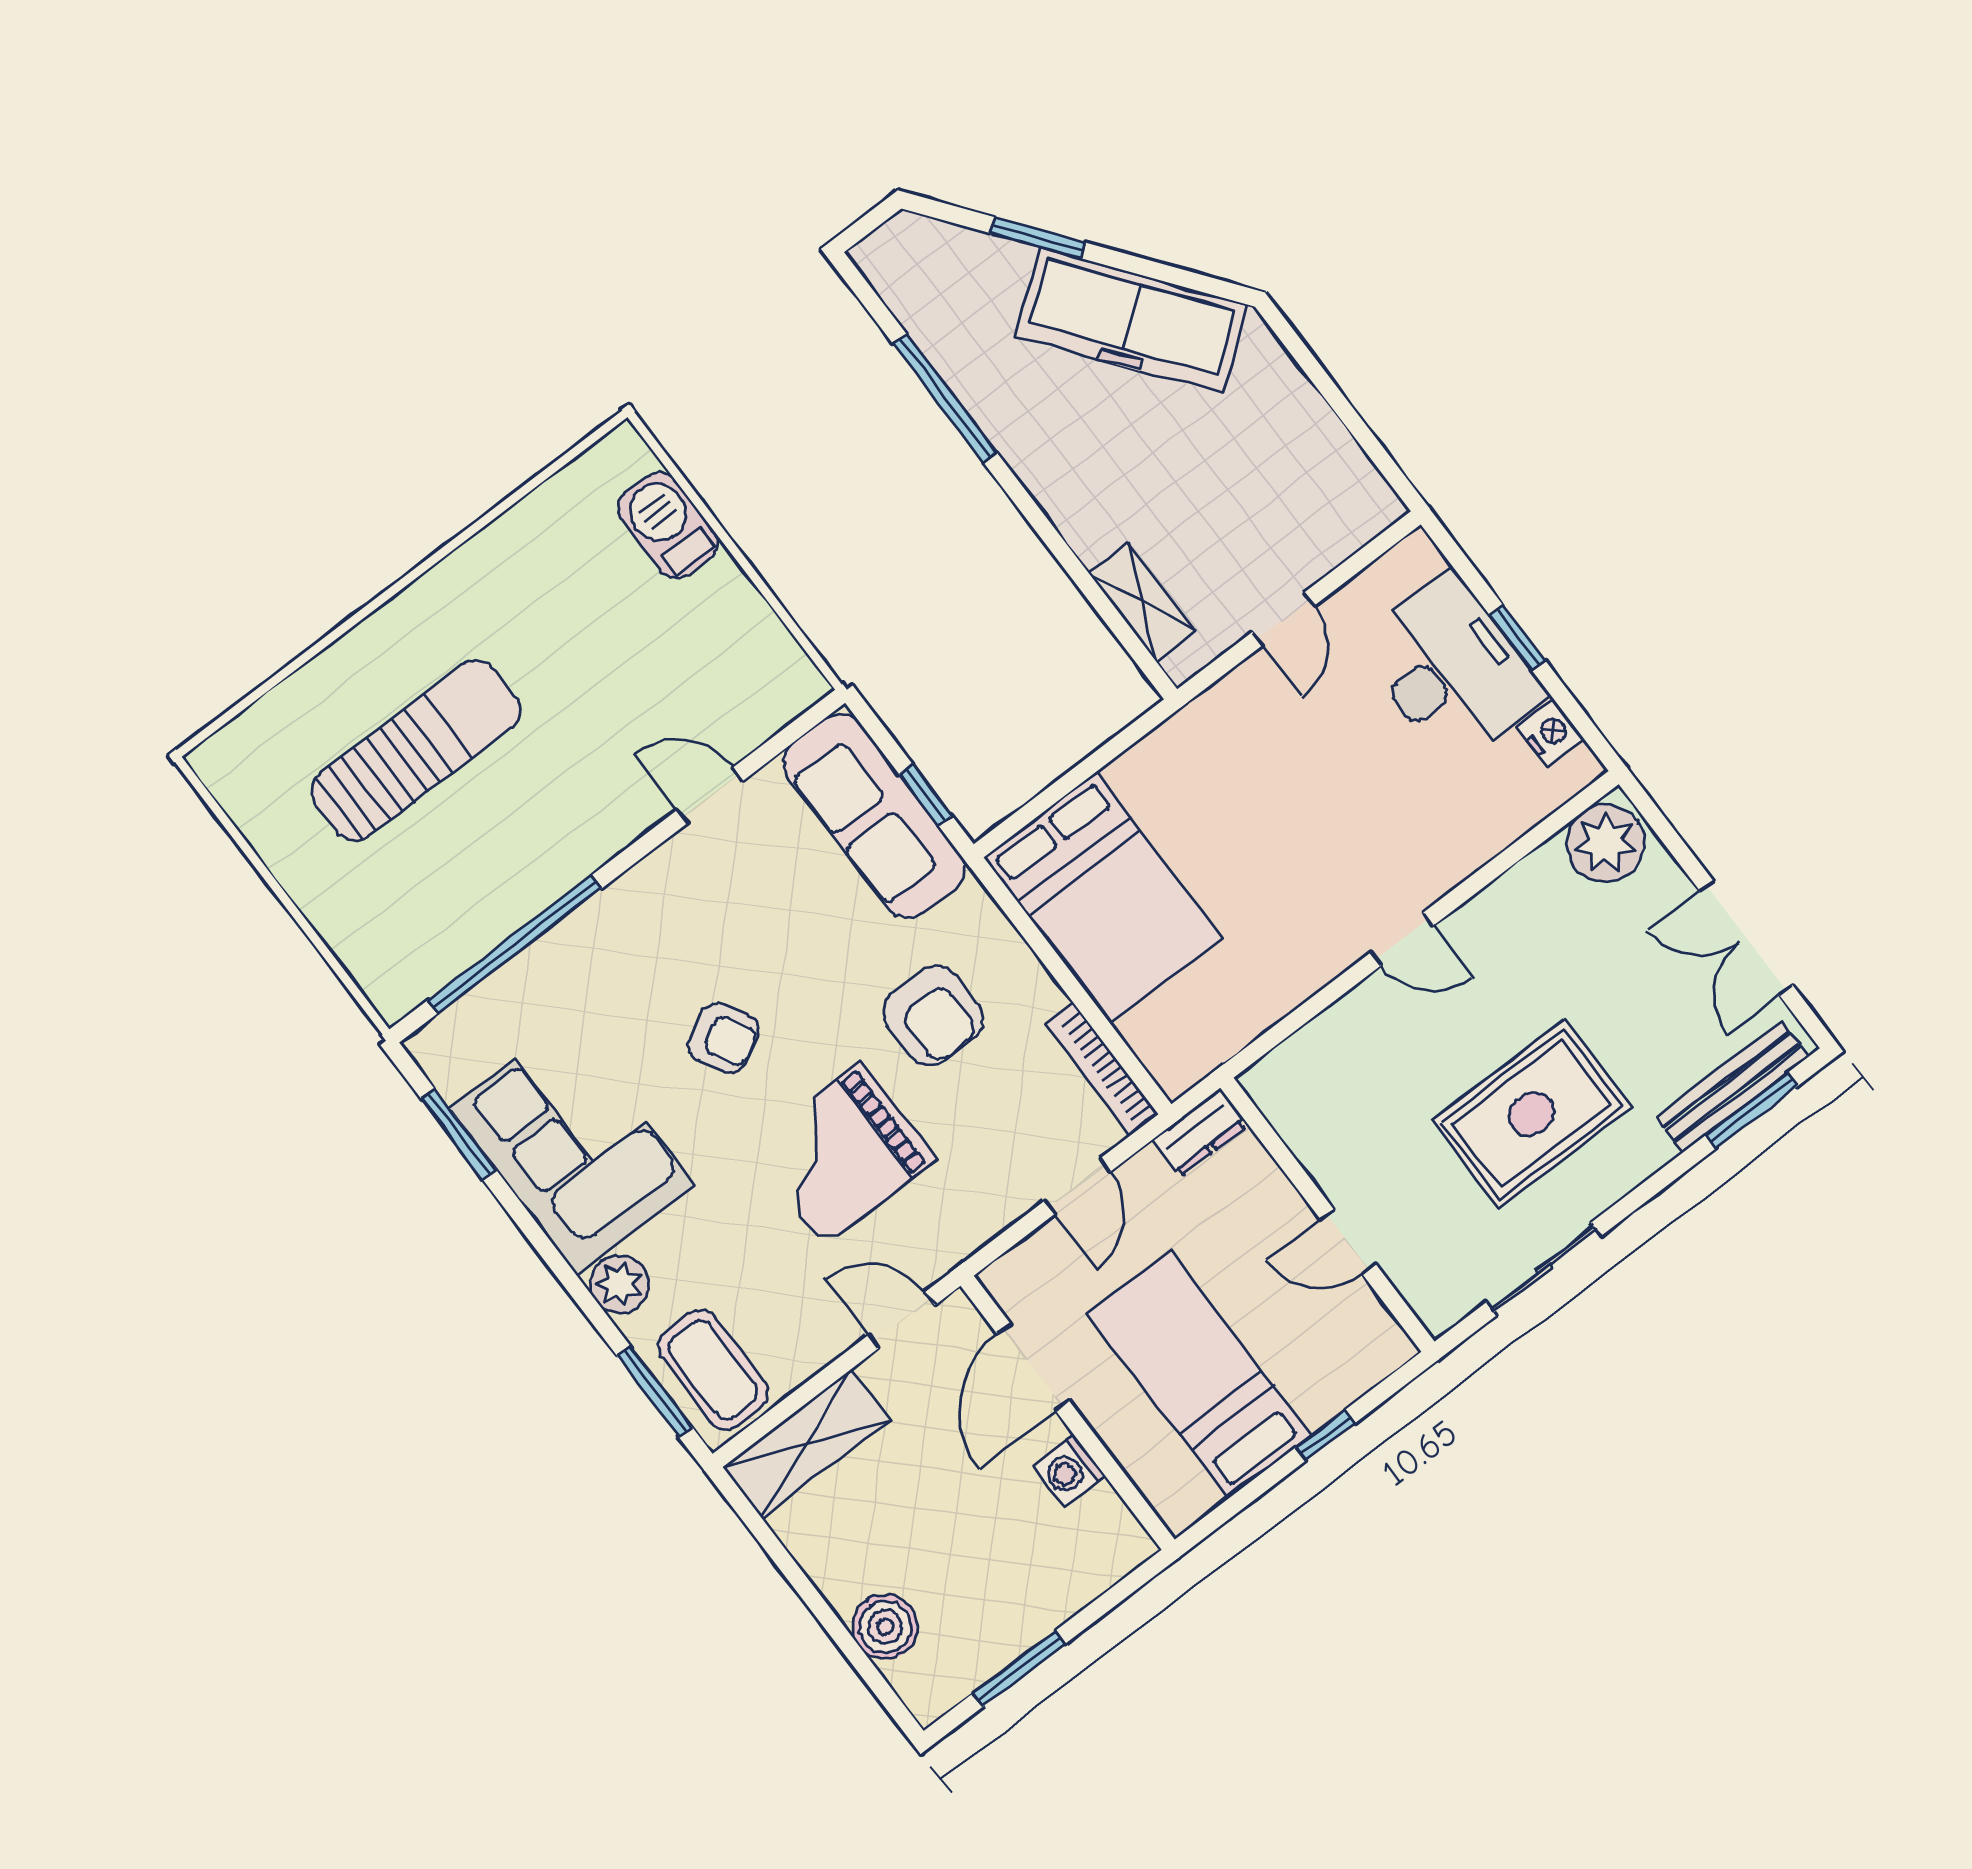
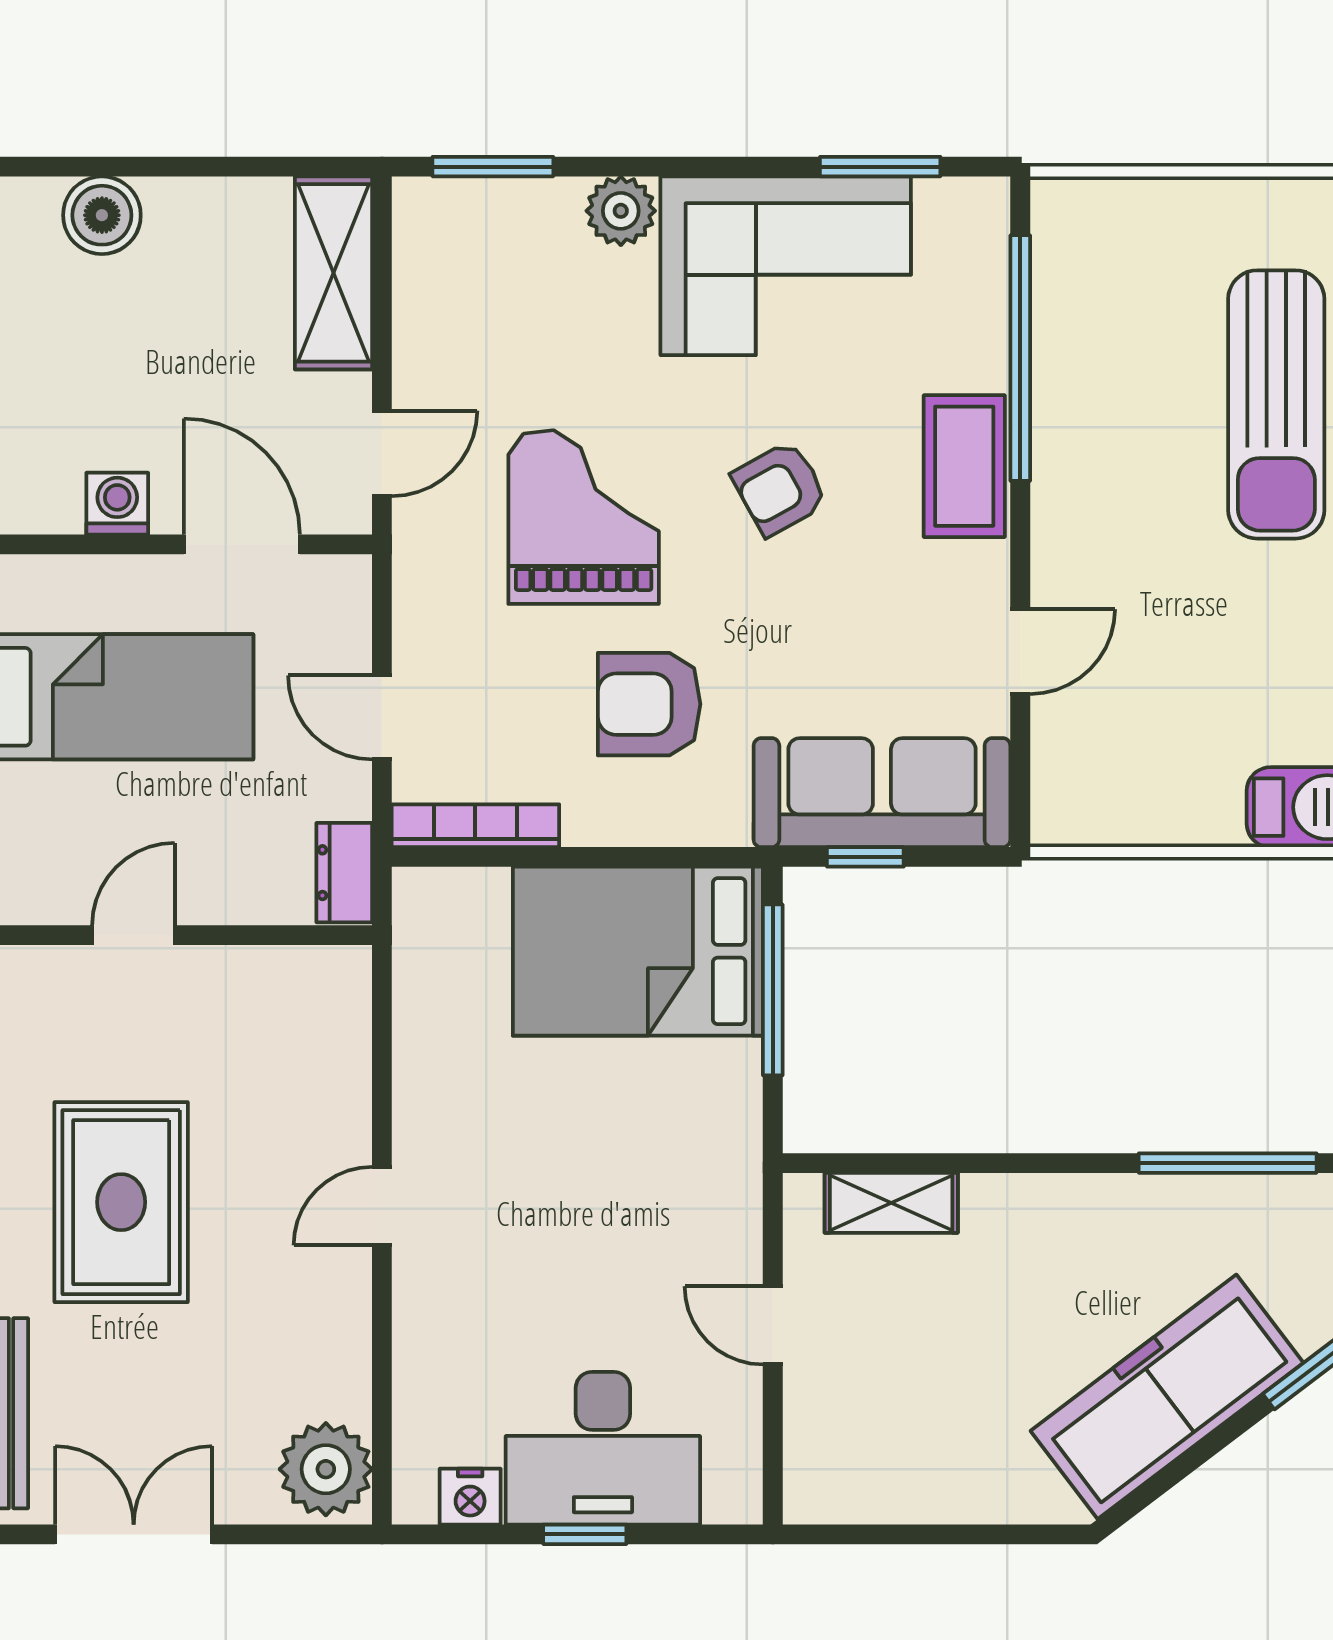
window: (1060, 789) -> (773, 990), added
coffee table: (713, 1369) -> (964, 466), moved, turned 90

